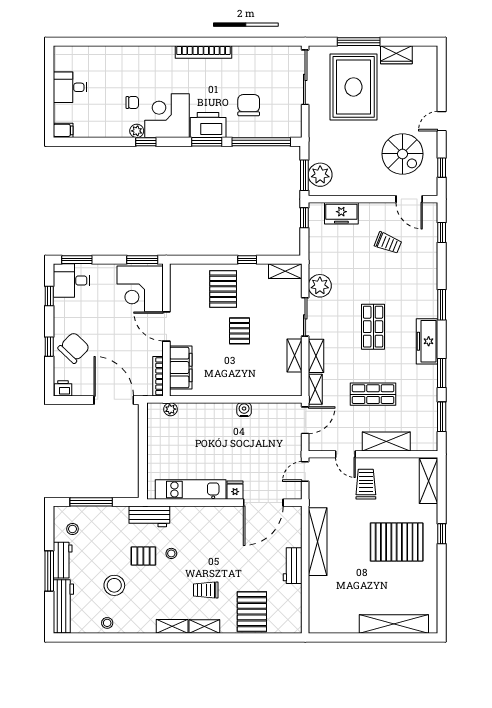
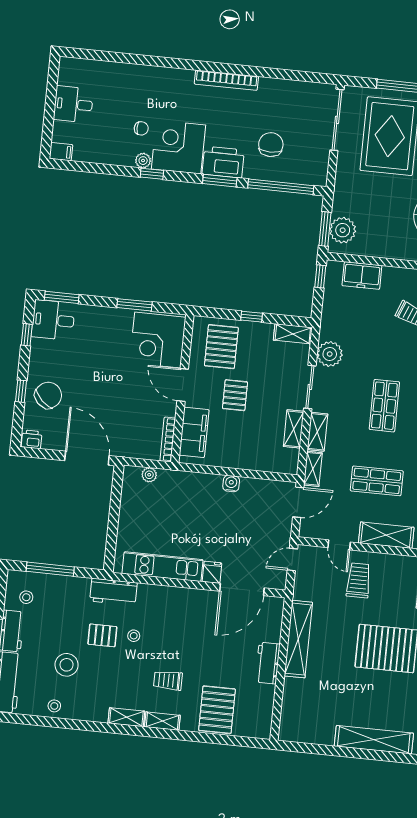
corner desk: (140, 289) -> (158, 340), moved
door: (166, 326) -> (183, 385), moved
wall: (166, 330) -> (182, 389), moved
filing cabinet: (181, 368) -> (194, 432), moved
bookcase: (158, 376) -> (168, 440), moved

